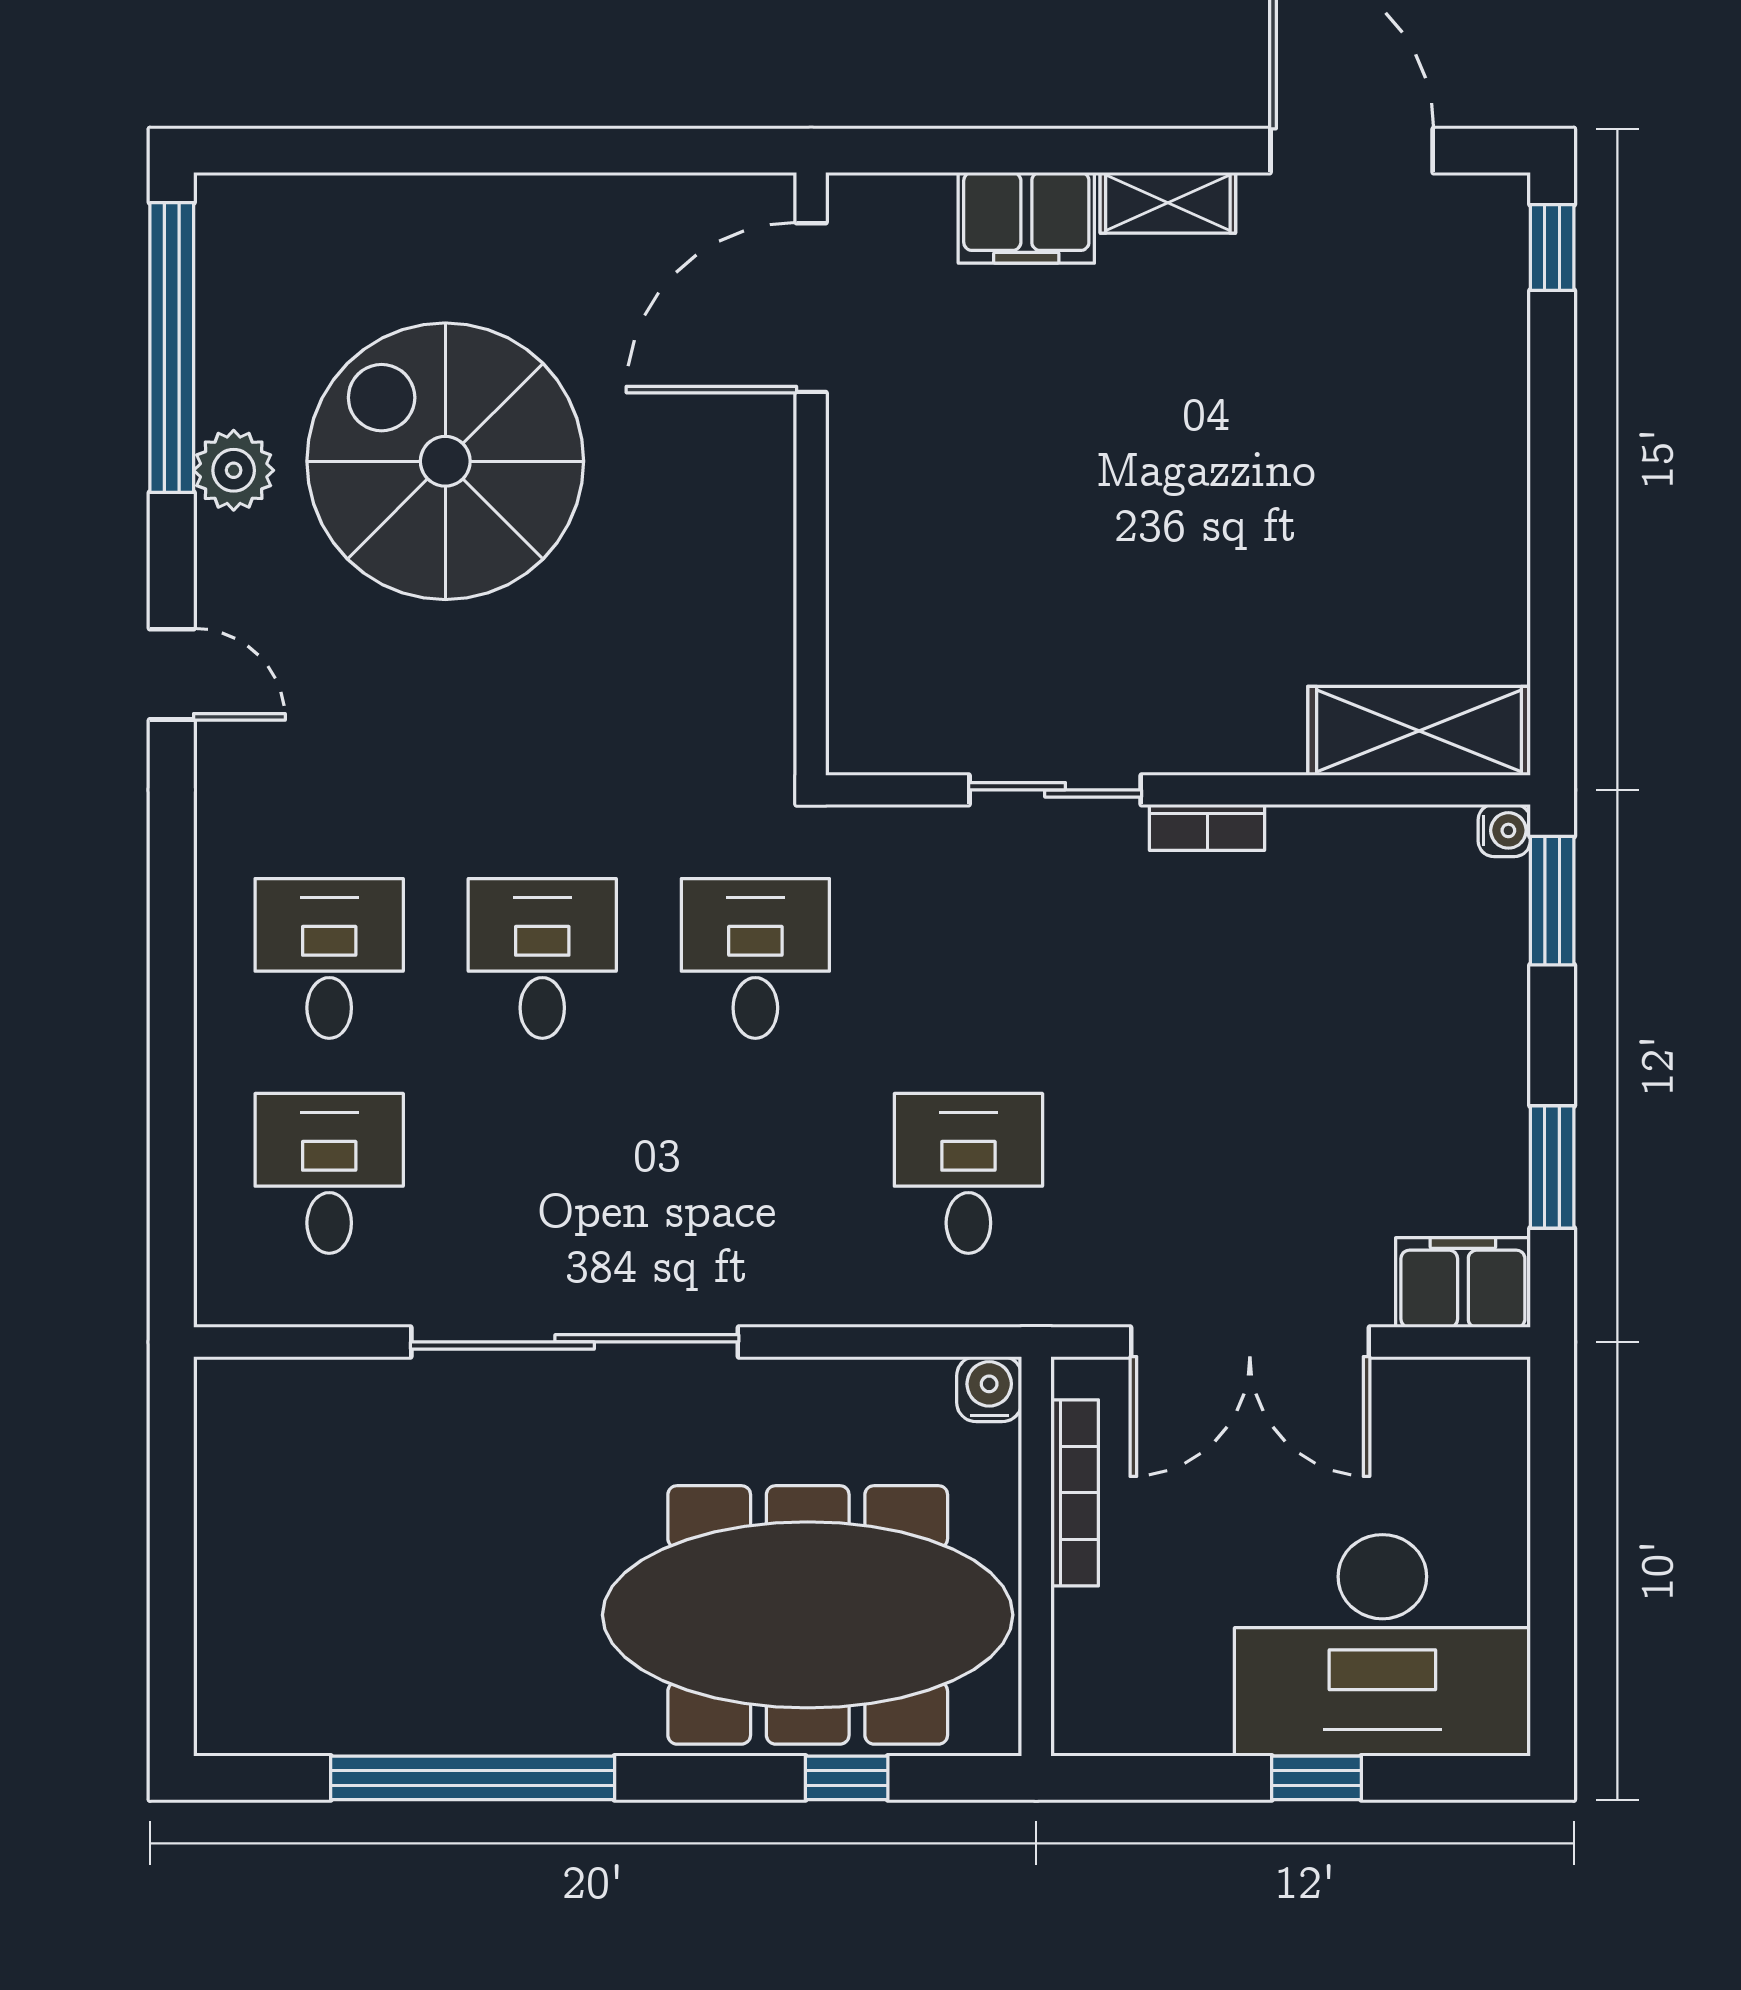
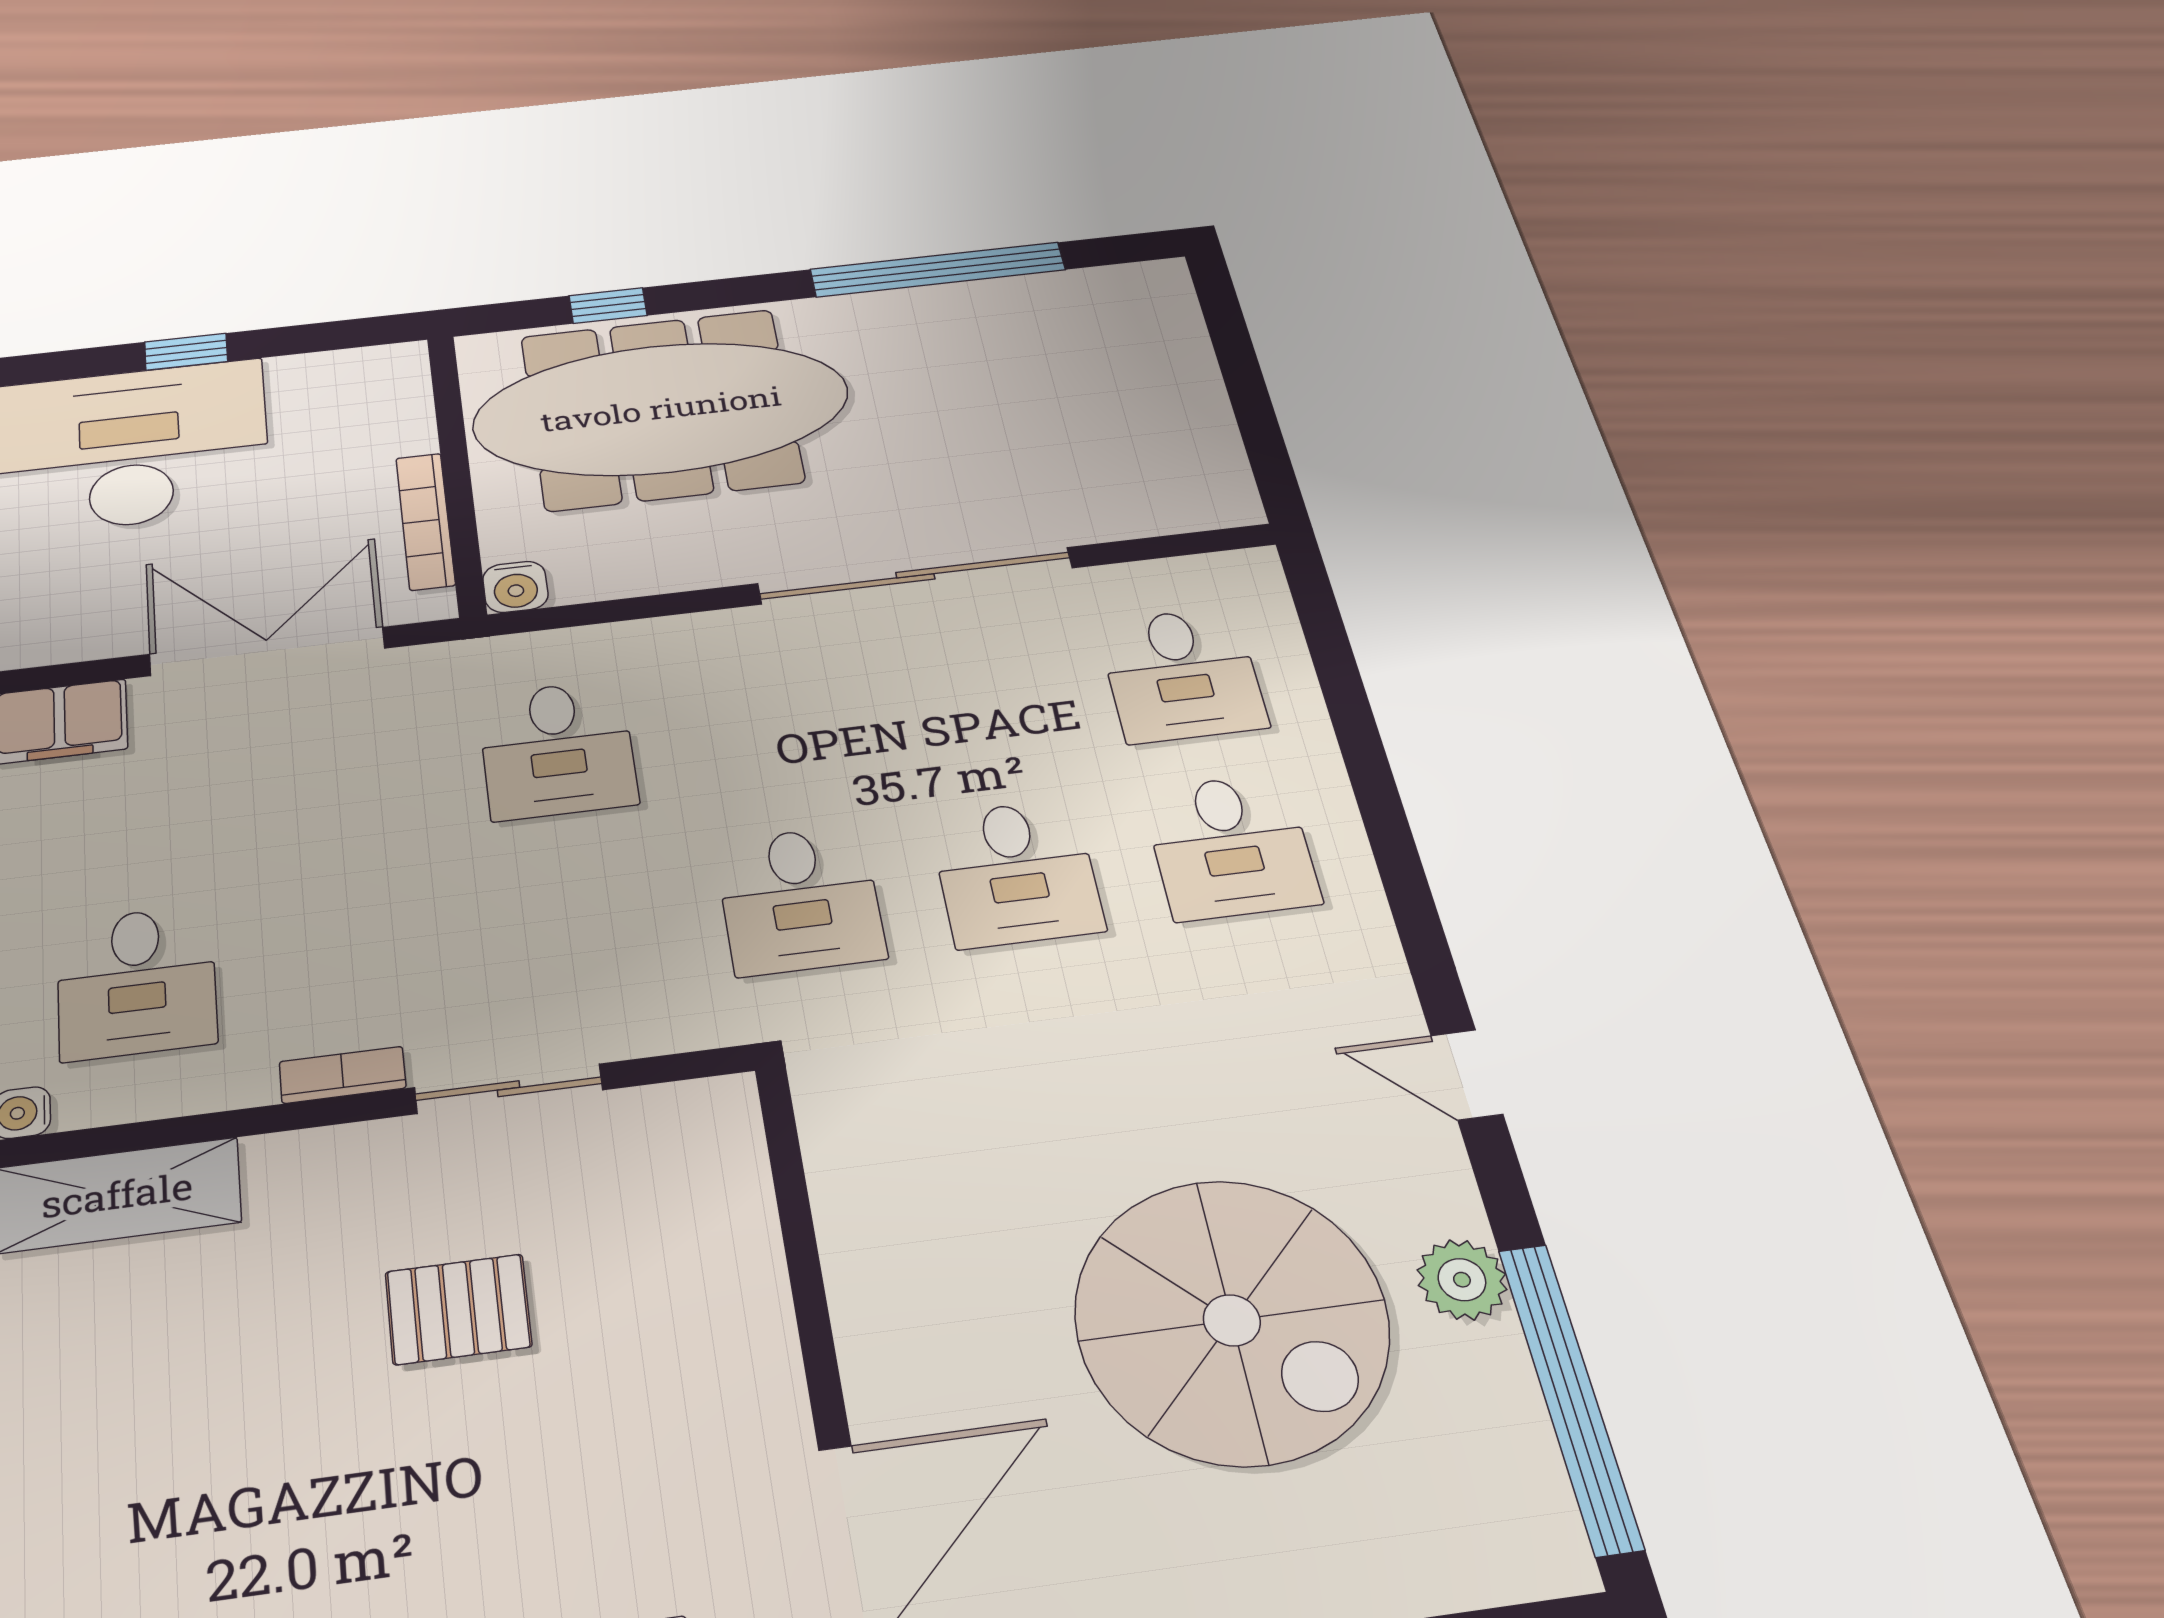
pallet: (1121, 572) -> (458, 1309), added
desk: (1395, 958) -> (137, 982), added

